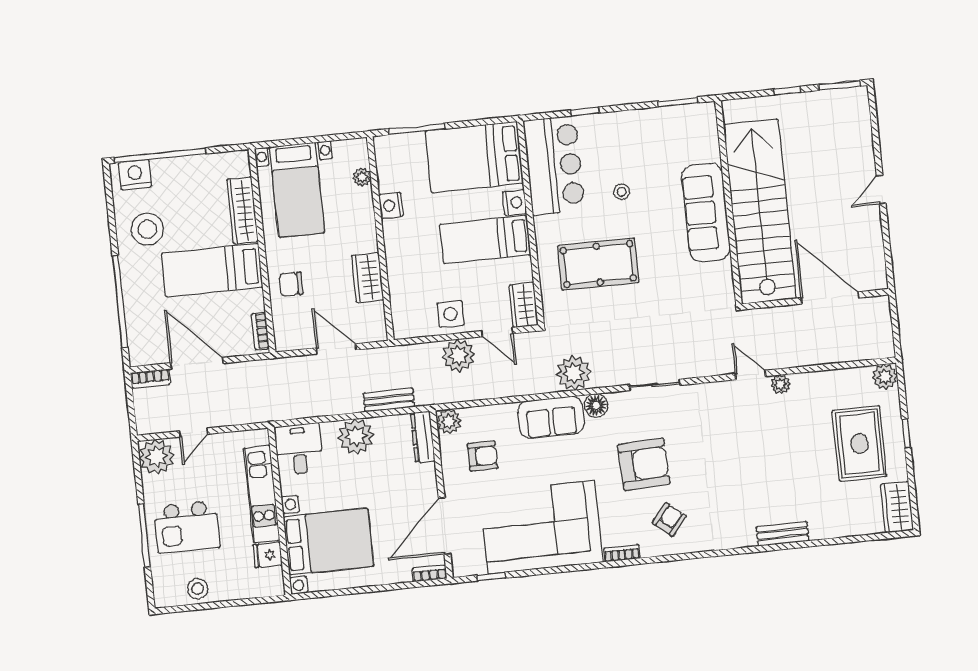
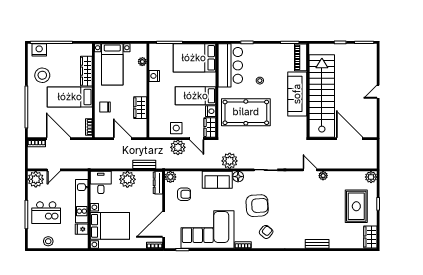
piano: (705, 132) -> (301, 57), added
nightstand: (514, 203) -> (211, 111), moved
pool table: (598, 264) -> (246, 112), width x1.36, depth x1.32

